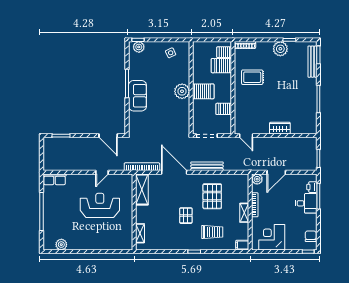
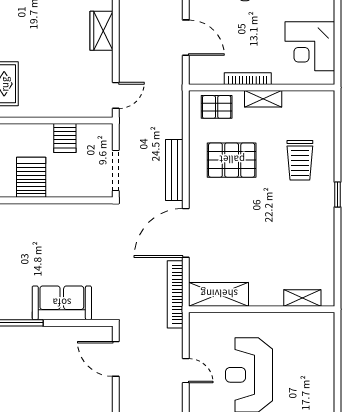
plant: (182, 91) -> (31, 218), removed
sofa: (137, 96) -> (62, 303), moved
door: (108, 136) -> (116, 359), swing flipped
plant: (257, 179) -> (199, 74), removed
pallet: (186, 216) -> (217, 107), moved
trolley: (212, 232) -> (300, 160), turned 180
filing cabinet: (242, 245) -> (325, 103), removed

